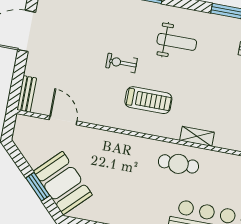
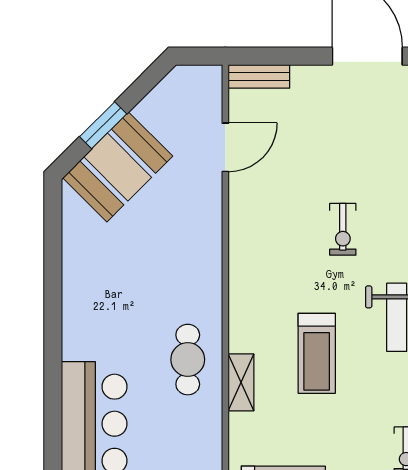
exercise bike: (122, 63) -> (343, 229), turned 180
treadmill: (148, 100) -> (317, 353), moved

